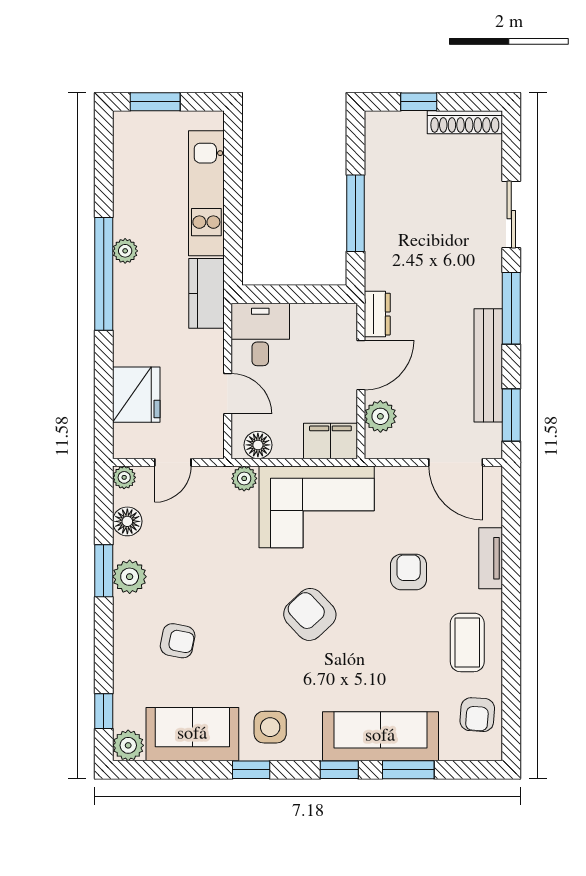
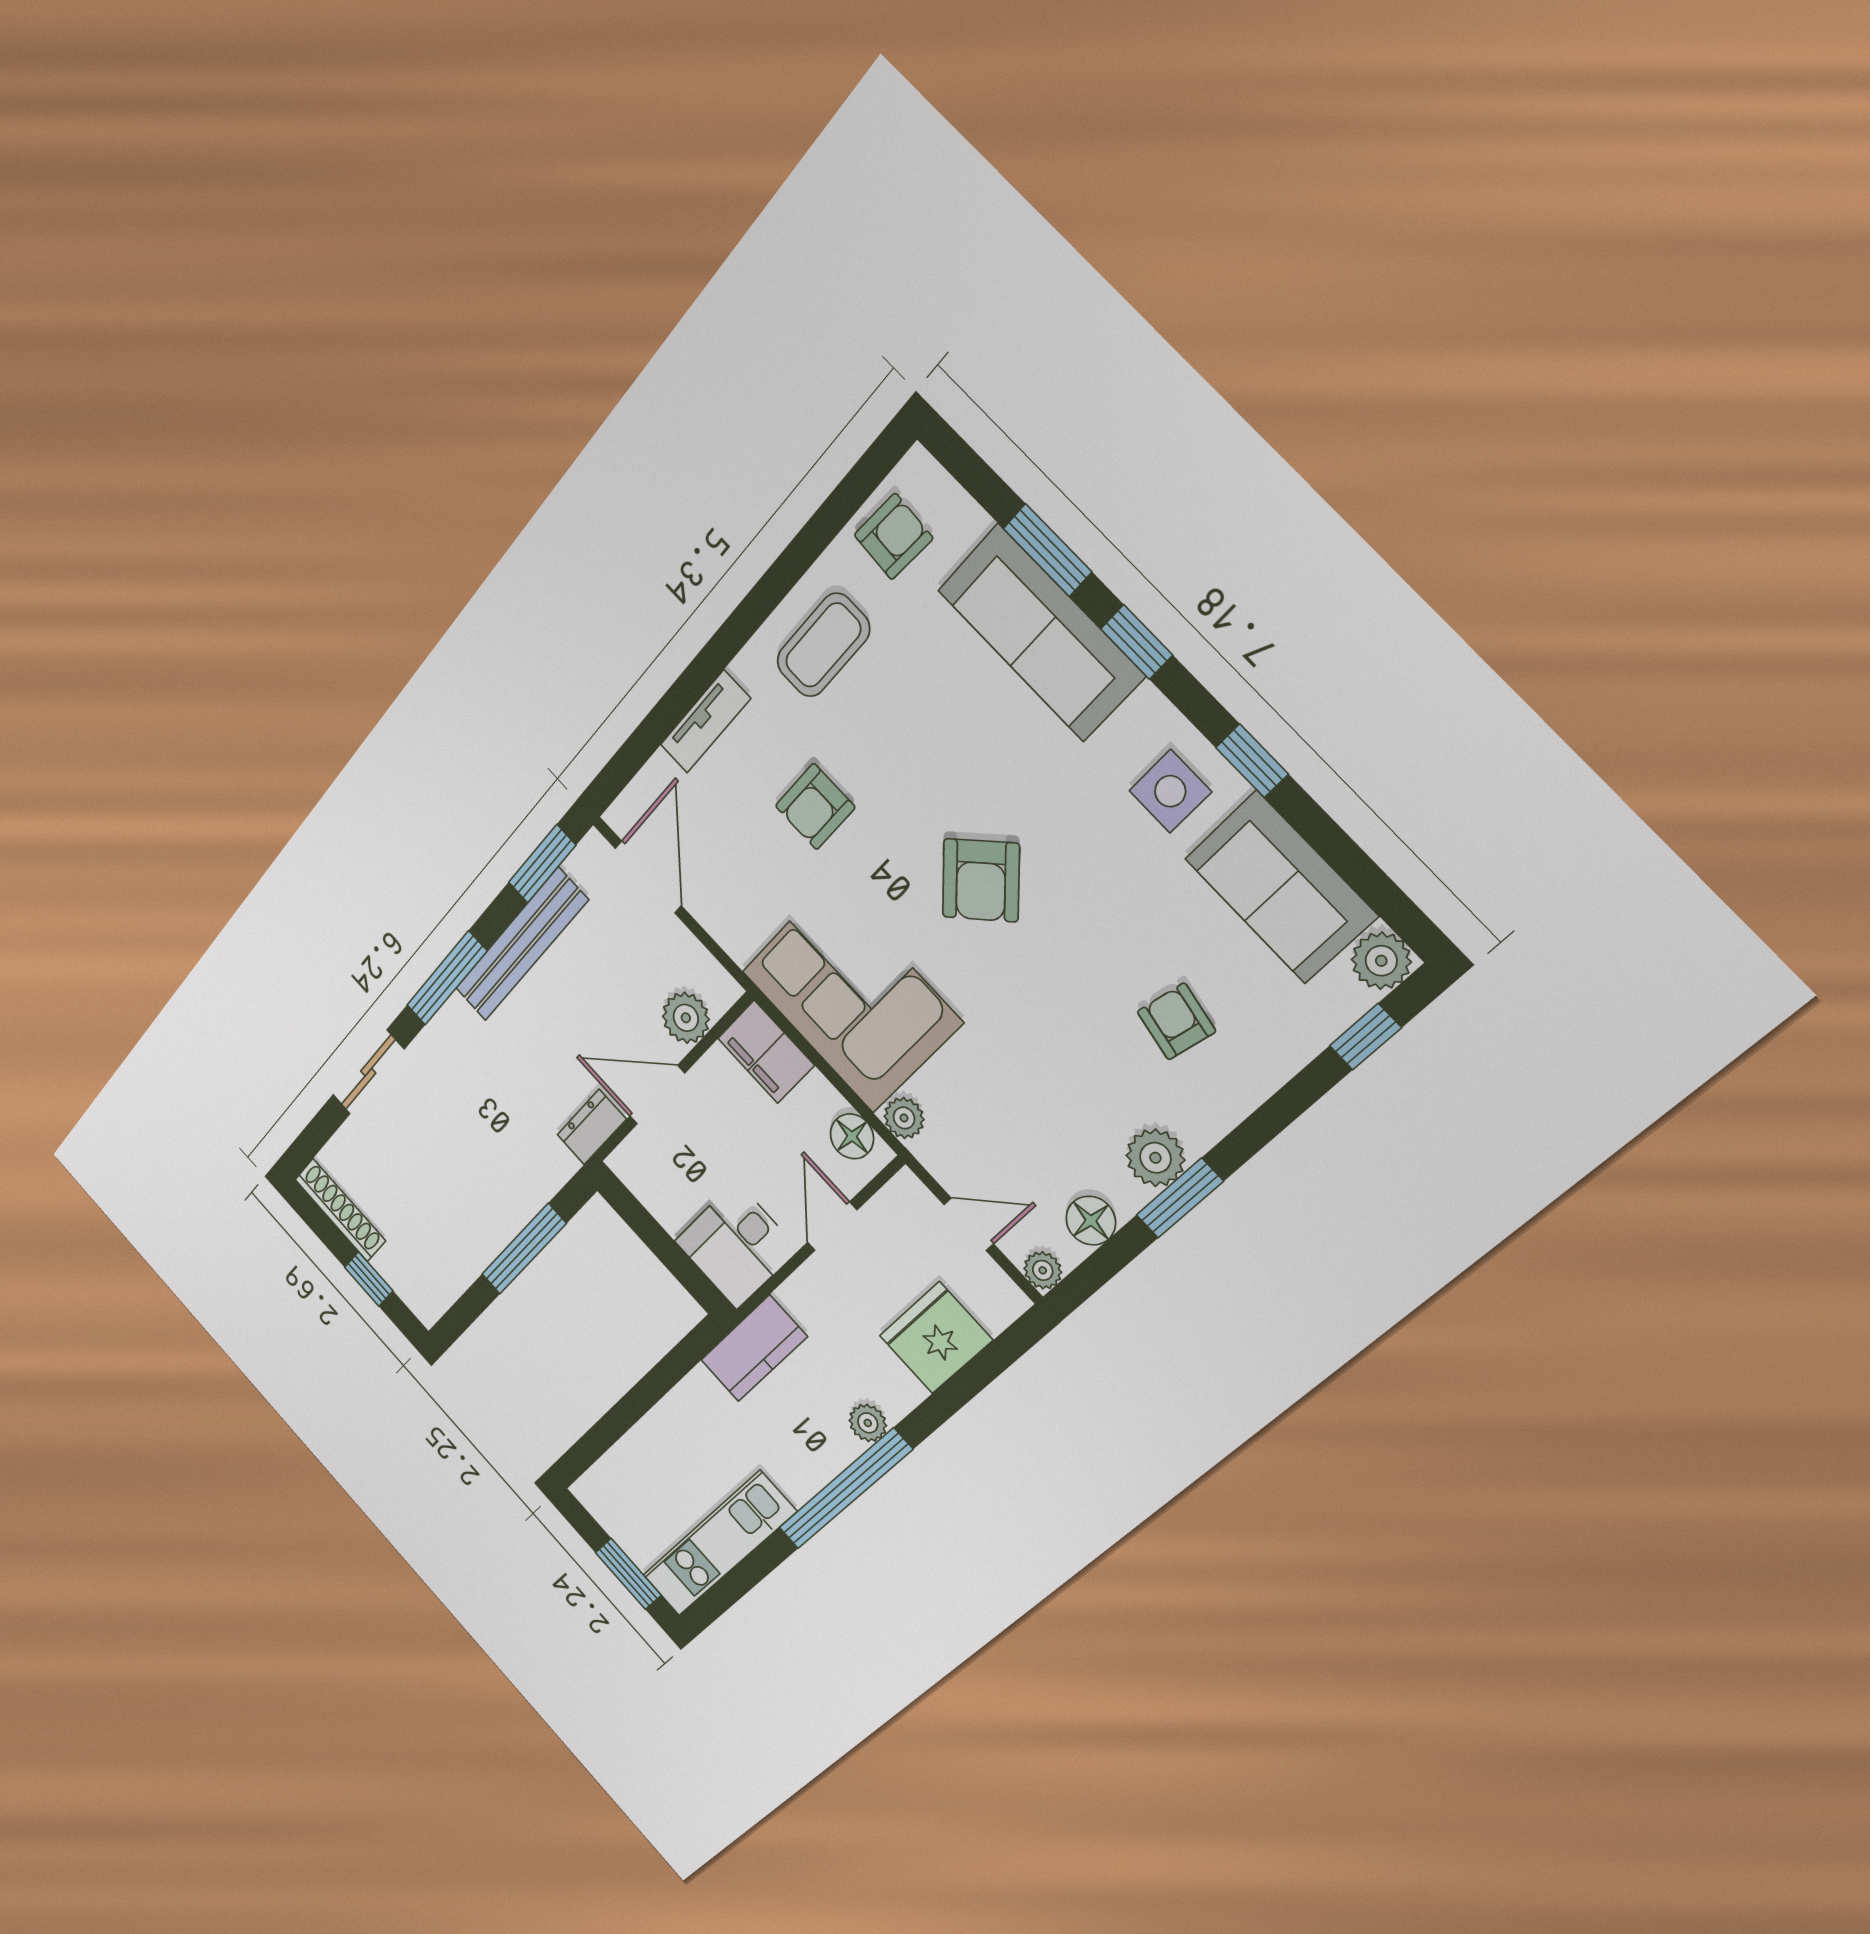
kitchen unit: (206, 193) -> (719, 1544), moved, turned 180
plant: (125, 251) -> (868, 1423), moved

